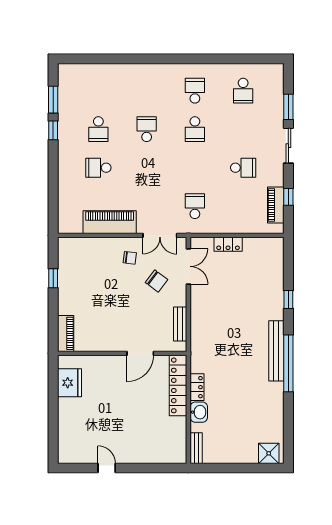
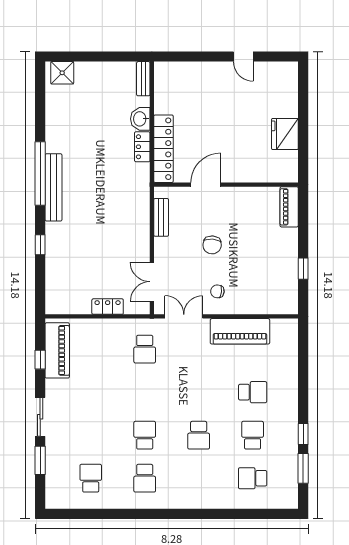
school desk: (243, 168) -> (253, 478), moved
piano: (276, 205) -> (57, 350), width x1.37, depth x1.33
chair: (156, 281) -> (212, 245), moved, turned -122
fridge: (69, 383) -> (285, 134), moved

